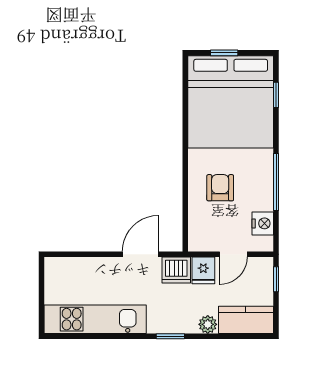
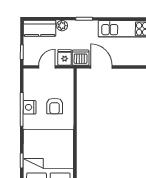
nightstand: (263, 223) -> (30, 107), moved
door: (141, 254) -> (101, 67), swing flipped

